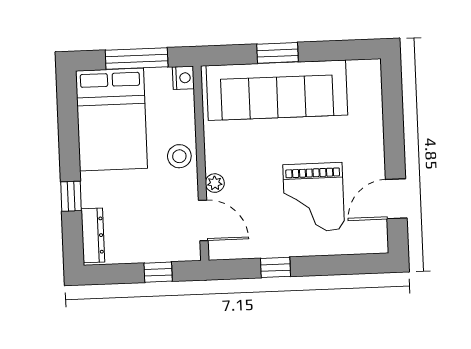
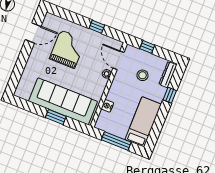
nightstand: (183, 78) -> (107, 106), moved
bed: (111, 120) -> (143, 122), width x0.67
stool: (179, 156) -> (142, 75), moved

